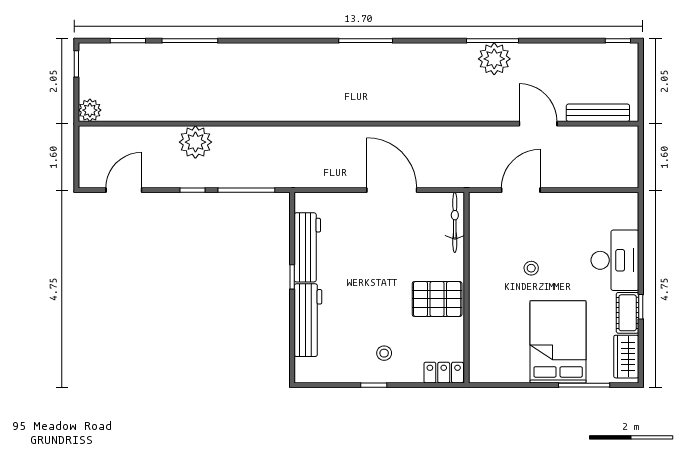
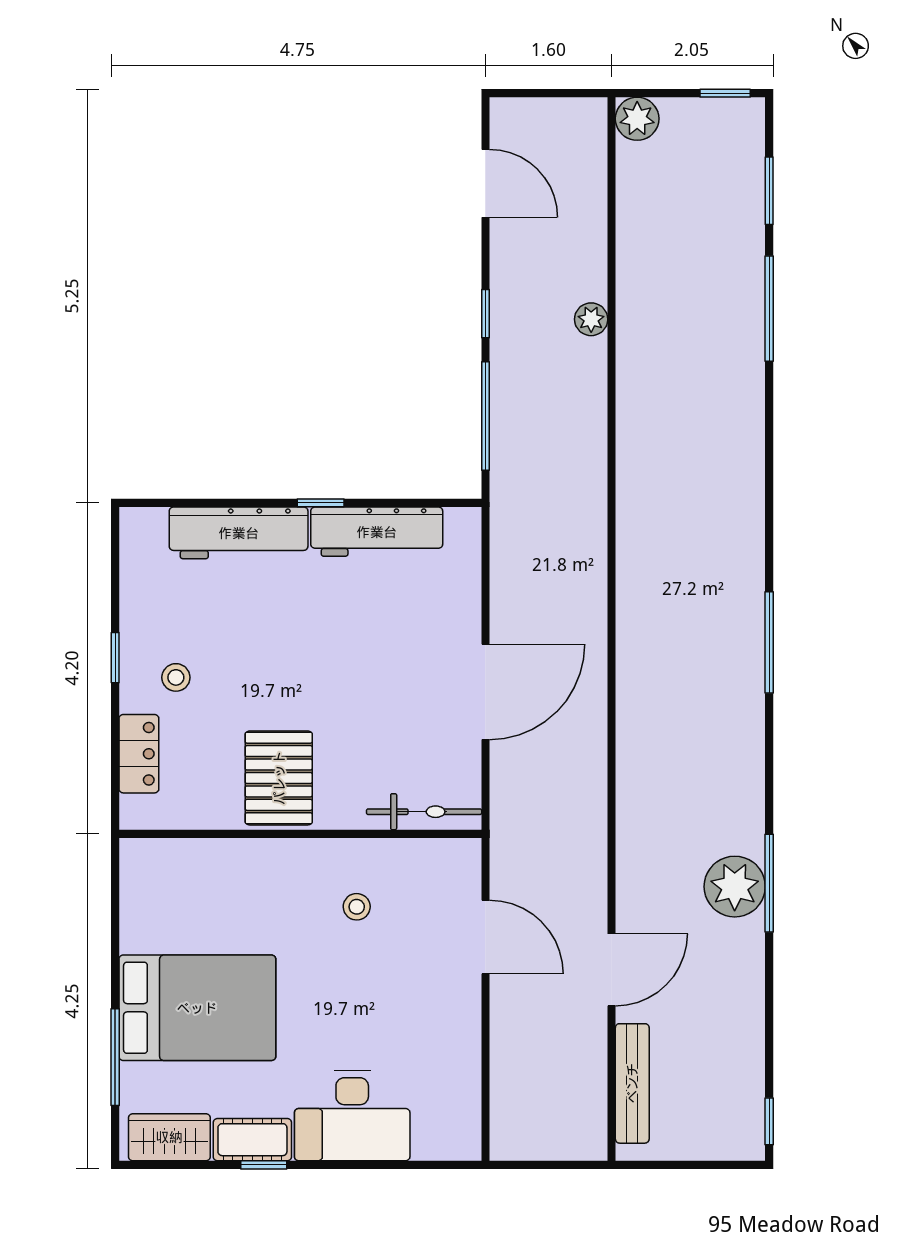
plant: (195, 142) -> (591, 319), width x0.53, depth x0.53
stool: (531, 268) -> (357, 907), moved
locker: (444, 373) -> (139, 754), moved

